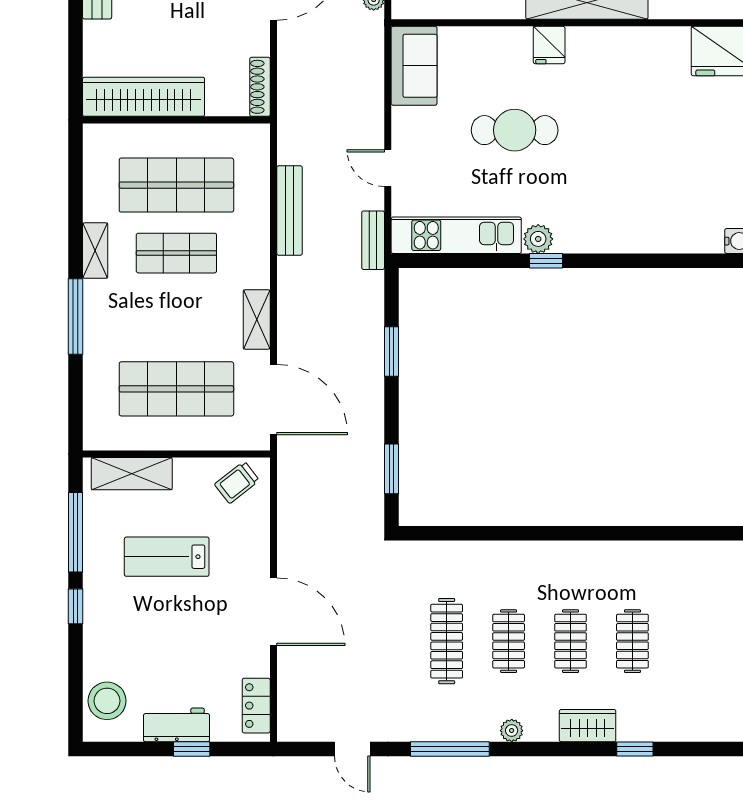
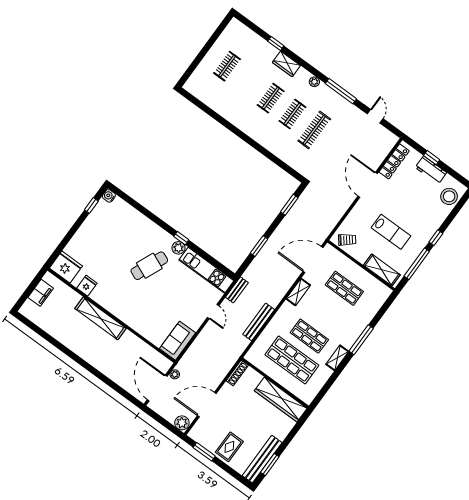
fridge: (549, 45) -> (87, 286), moved
cafe table: (515, 130) -> (149, 266), moved, turned -67
shop shelf: (176, 389) -> (344, 288), width x0.70, depth x0.74
door: (273, 400) -> (313, 259), hinge flipped
clothes rail: (632, 641) -> (227, 66), moved
locker: (256, 706) -> (394, 161), width x1.53

